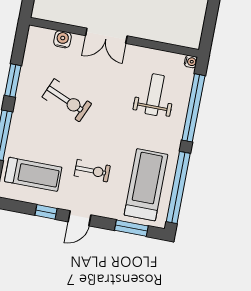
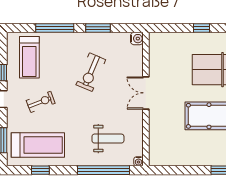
water cooler: (62, 39) -> (137, 39), moved
exercise bike: (92, 171) -> (41, 102), turned -111
window: (178, 187) -> (40, 170), width x0.32

